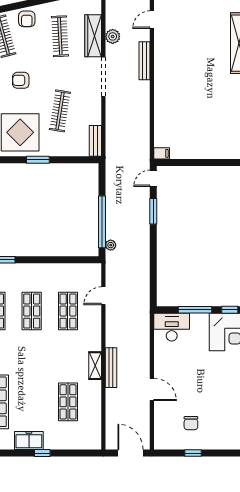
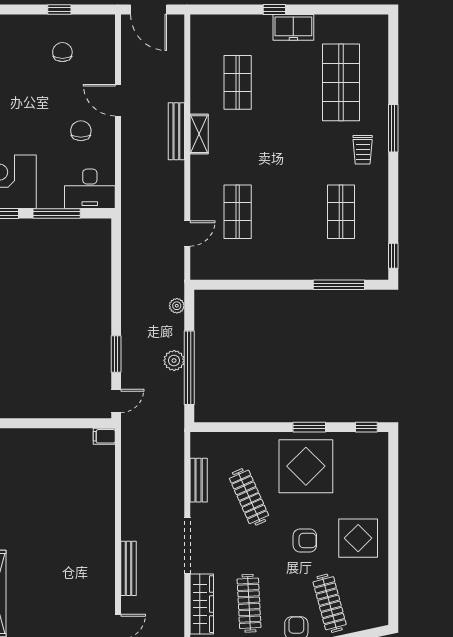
plant: (113, 36) -> (174, 360), moved
clothes rail: (60, 111) -> (249, 497), turned -33
bench: (95, 141) -> (199, 480), moved
window: (38, 160) -> (309, 427), moved
window: (102, 222) -> (189, 368), moved
shop shelf: (32, 311) -> (289, 212), removed
chair: (178, 368) -> (81, 131), added

